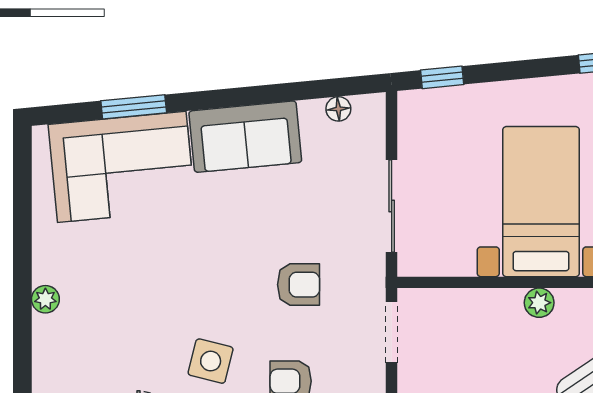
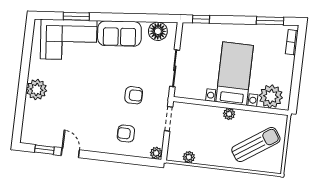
floor lamp: (338, 109) -> (158, 31), width x1.89, depth x1.89
plant: (45, 299) -> (37, 90), width x1.87, depth x1.87
side table: (211, 361) -> (95, 122), removed

